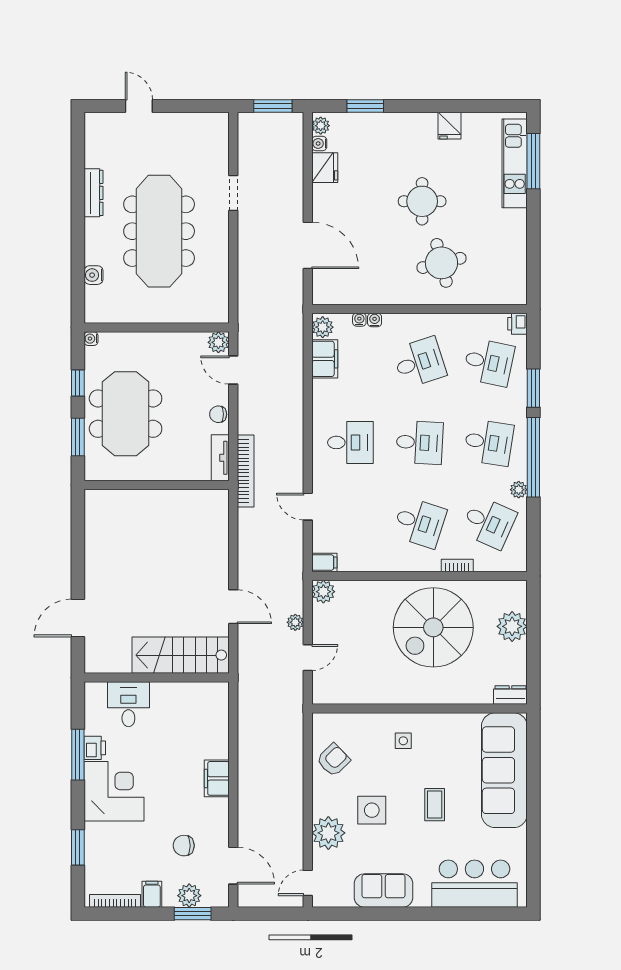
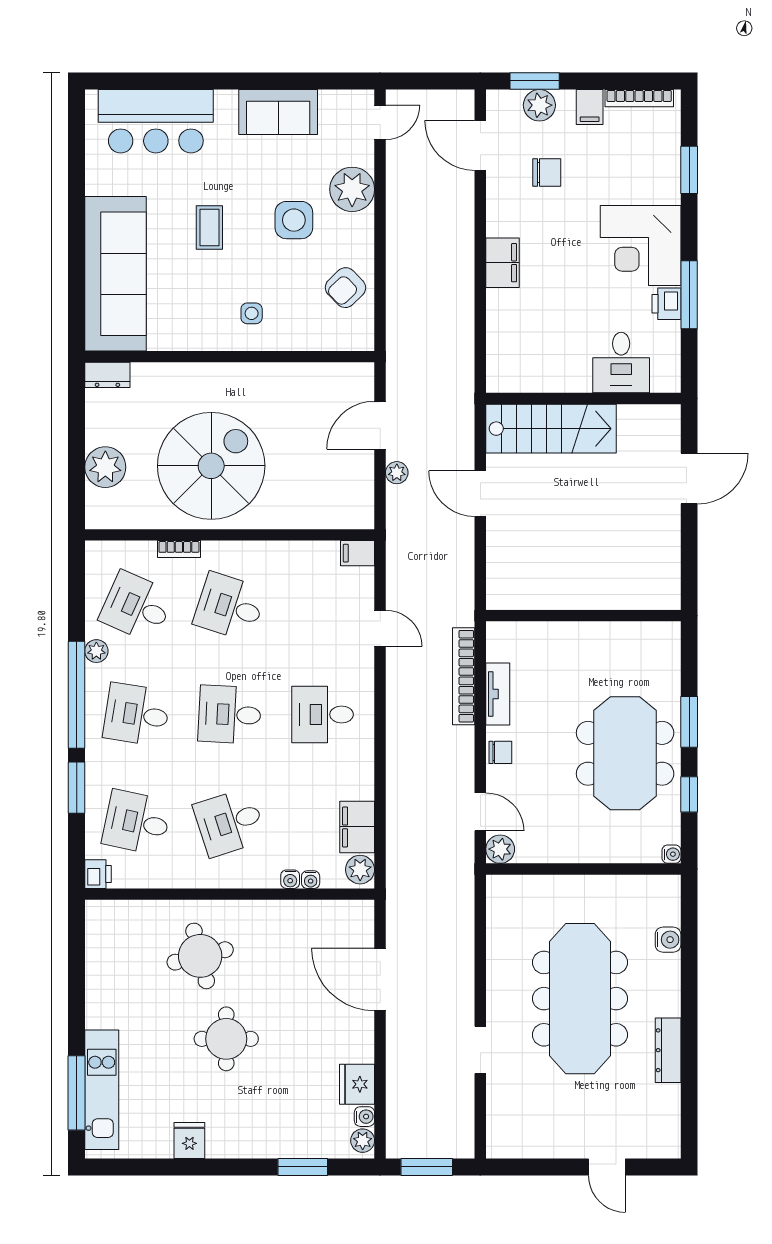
wall: (157, 485) -> (583, 616), moved
plant: (323, 592) -> (359, 514), removed
door: (308, 658) -> (380, 425), width x1.38

